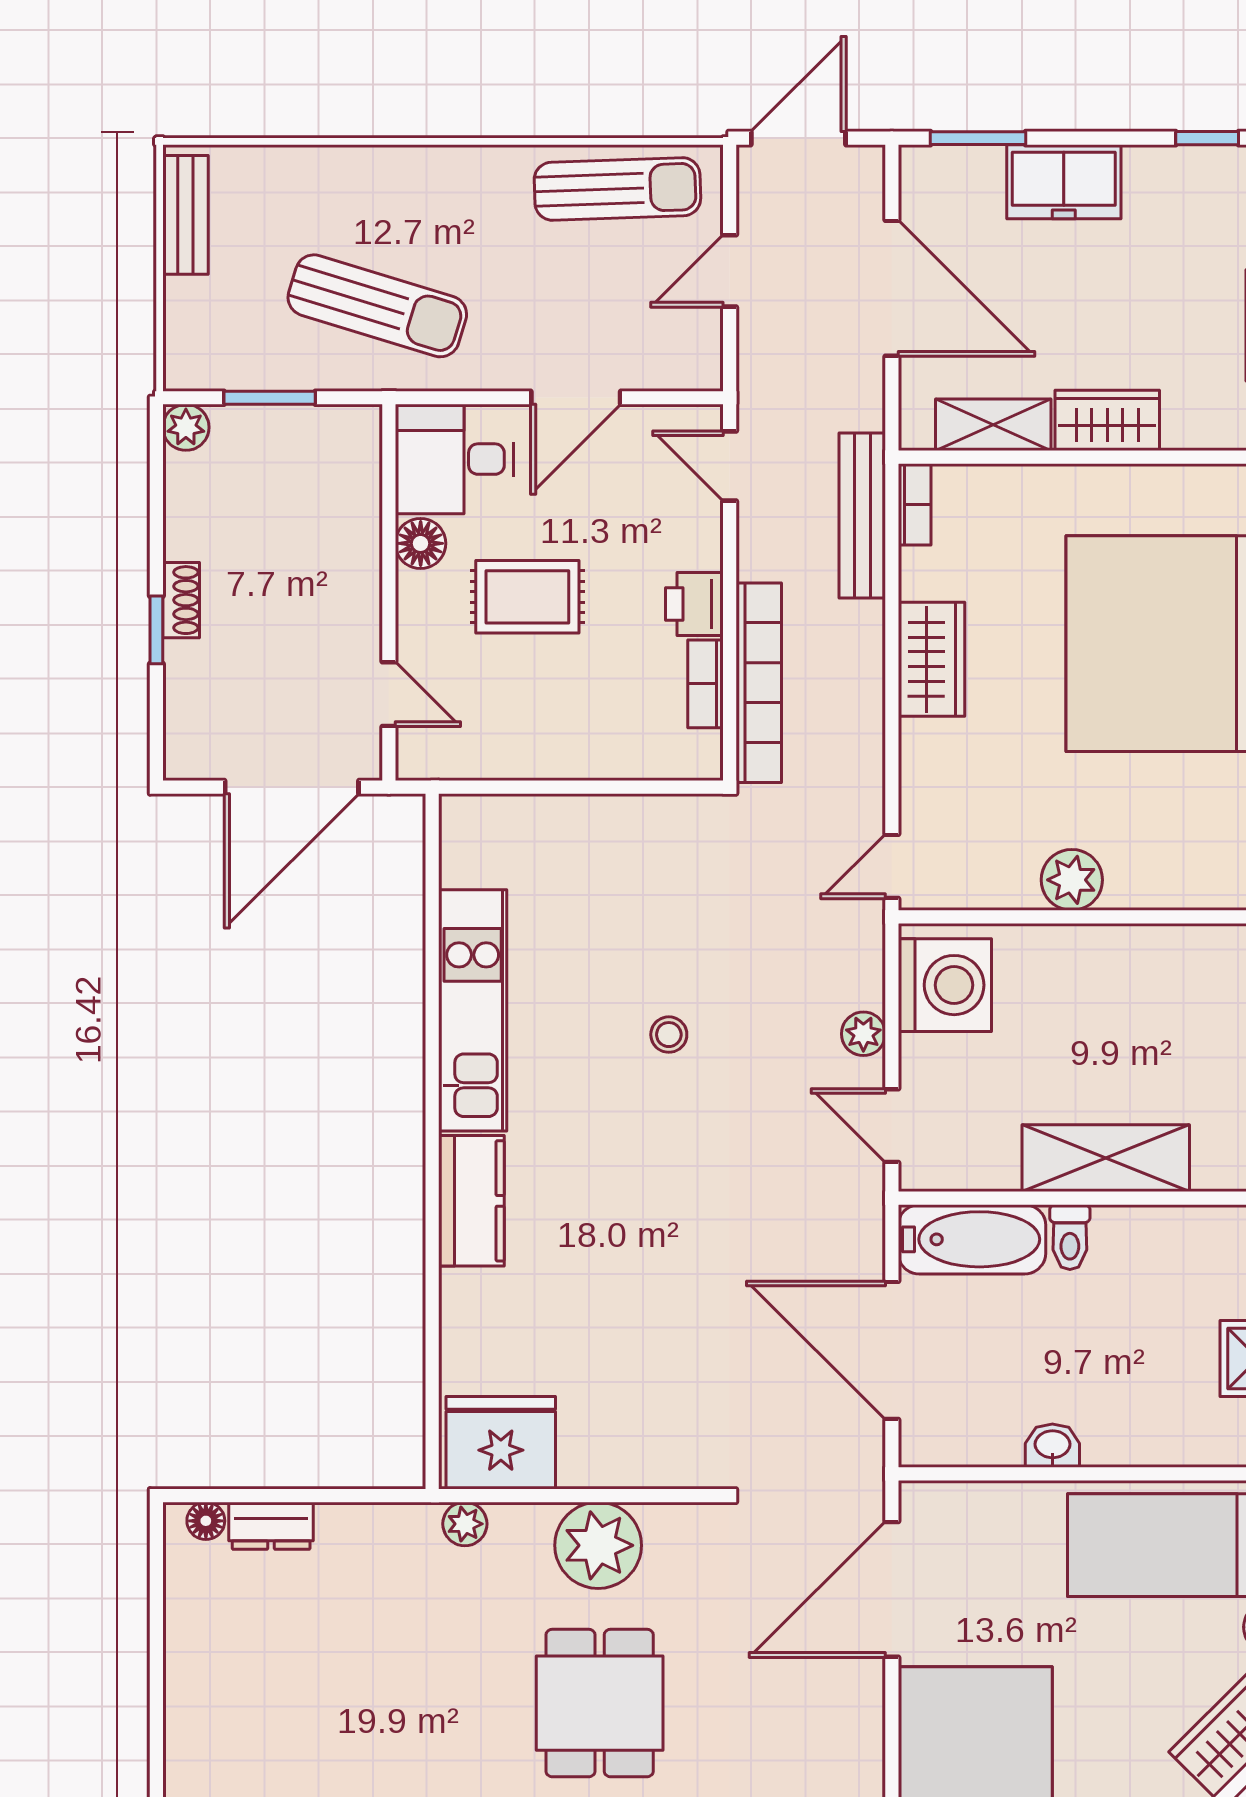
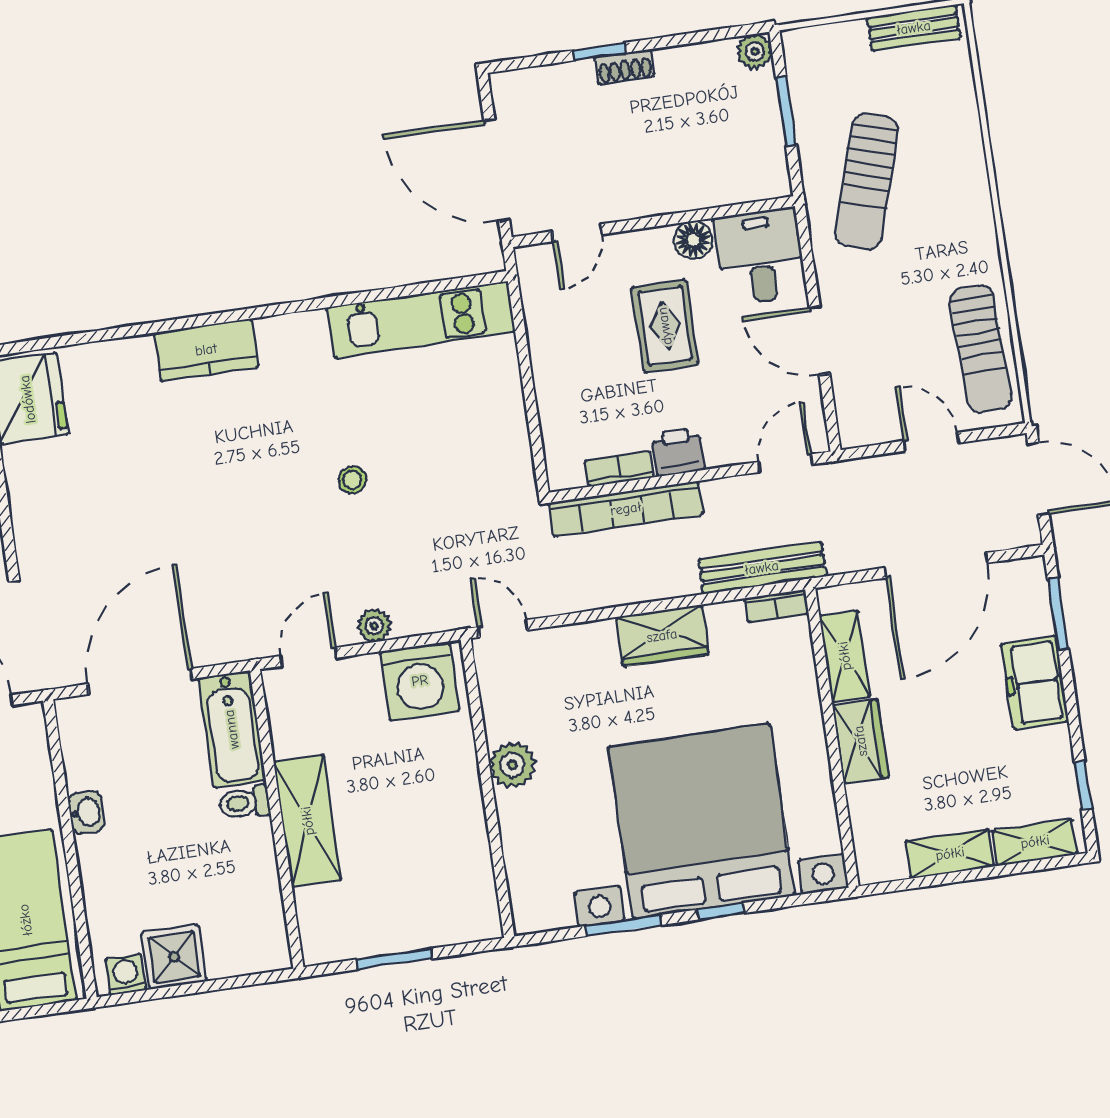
kitchen unit: (473, 1010) -> (421, 320), moved

